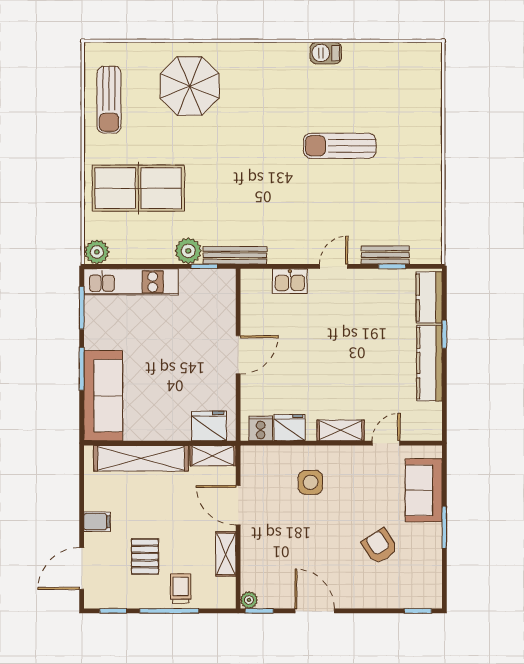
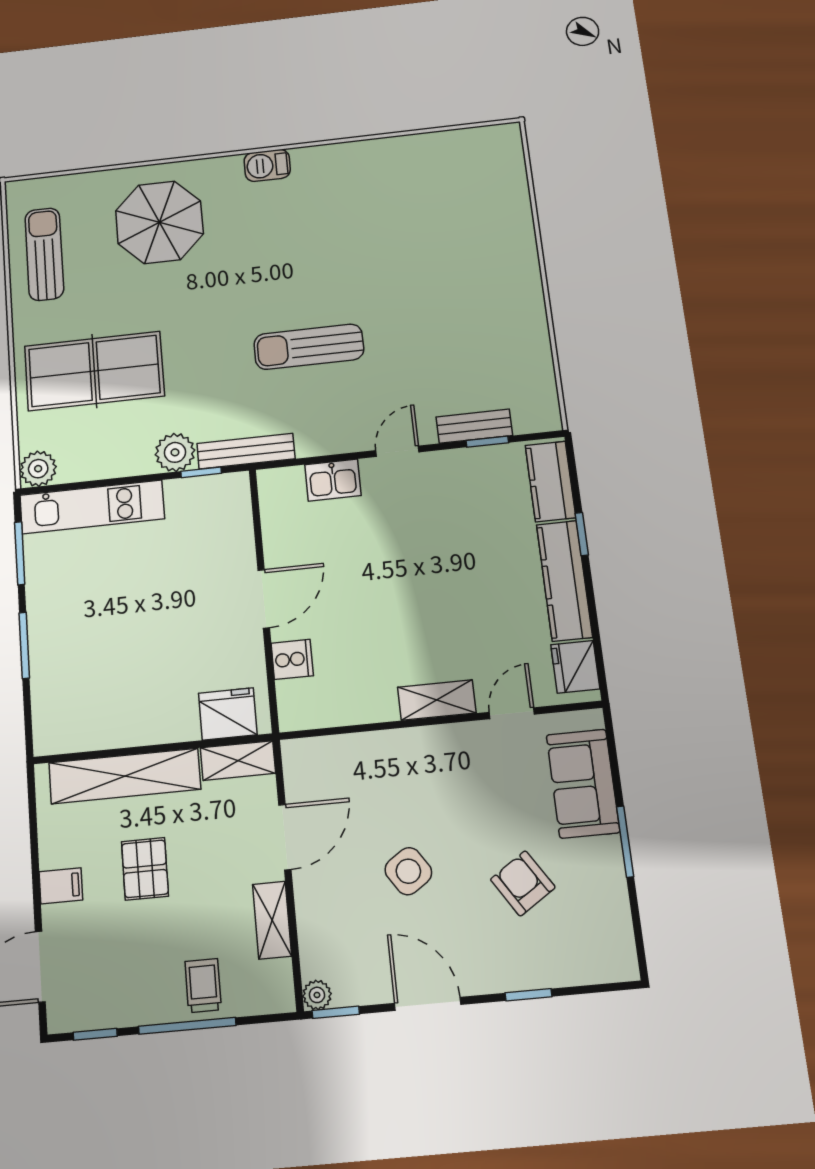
barbecue: (326, 53) -> (267, 165), moved
sun lounger: (109, 100) -> (44, 254), turned 180
sun lounger: (340, 146) -> (309, 347), moved
sofa: (103, 396) -> (60, 683), removed
cooker: (261, 428) -> (292, 659), moved, turned 90
fridge: (290, 428) -> (575, 667), moved, turned -90
side table: (310, 482) -> (408, 871), moved, turned -34
door: (238, 505) -> (285, 837), swing flipped
pallet: (145, 557) -> (145, 869), moved
window: (418, 611) -> (528, 995), moved

